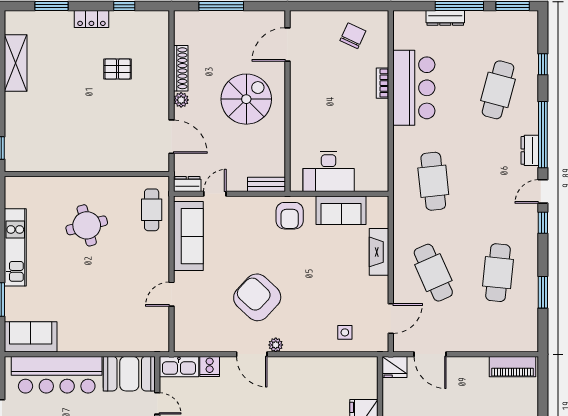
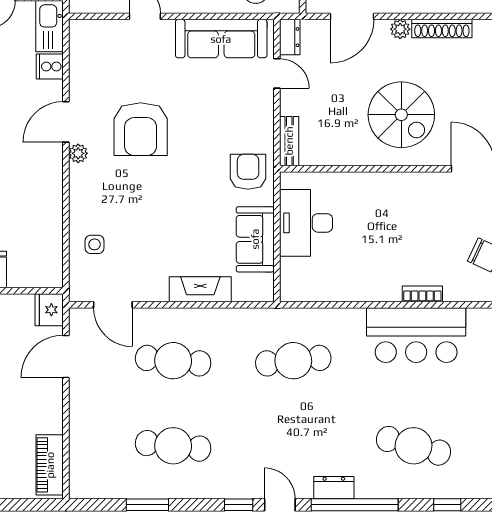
armchair: (290, 216) -> (248, 172), turned 90
cafe table: (433, 273) -> (173, 361), turned 30
armchair: (257, 297) -> (141, 129), turned 137

